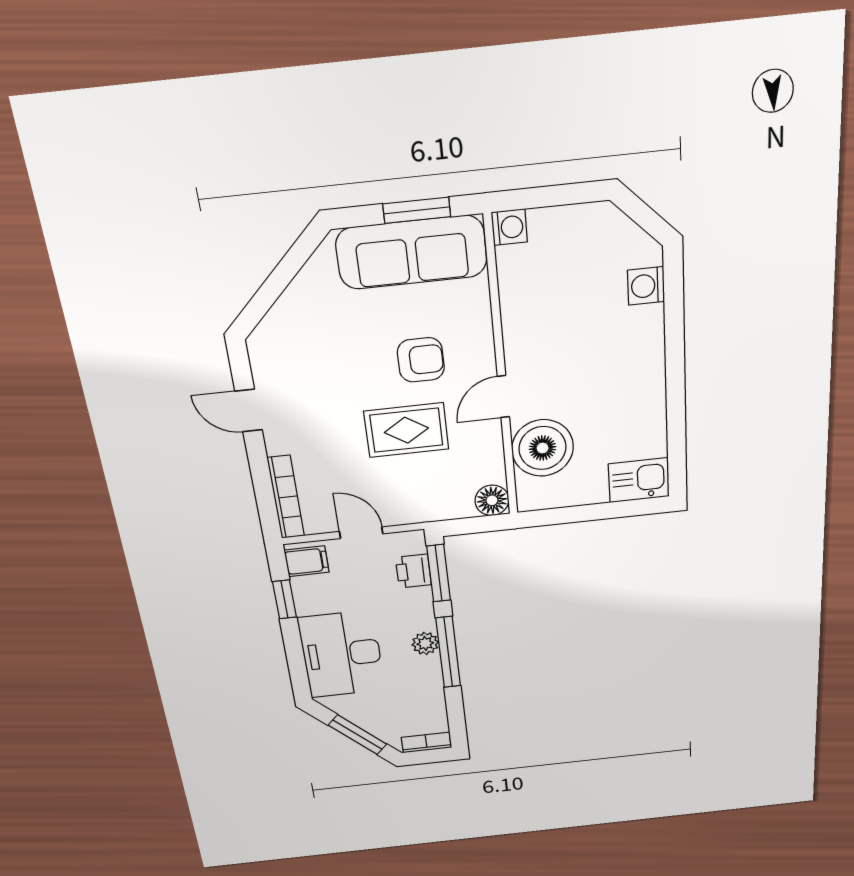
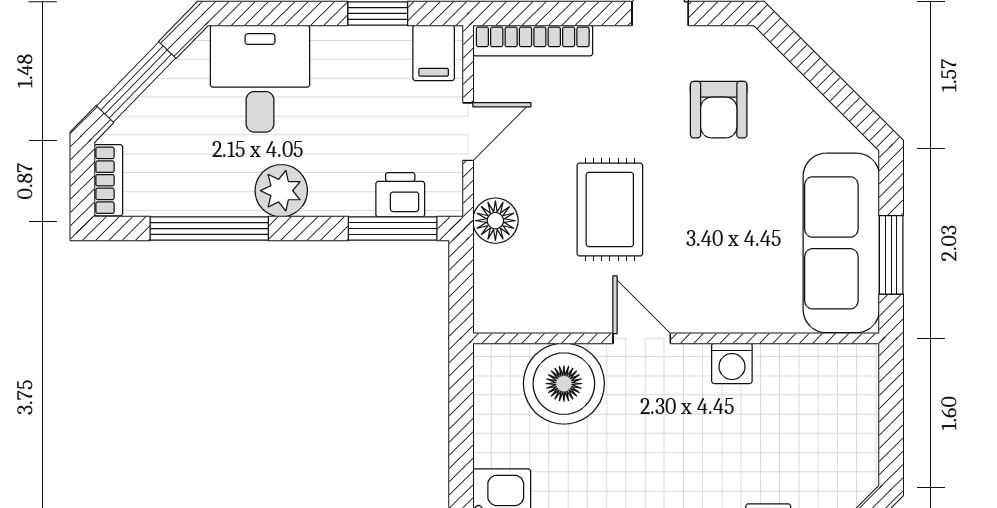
washing machine: (509, 227) -> (732, 363), moved
armchair: (421, 360) -> (719, 110), moved
floor lamp: (492, 500) -> (495, 221), moved
plant: (425, 643) -> (281, 191), width x1.38, depth x1.38
window: (448, 652) -> (209, 229), moved
desk: (342, 654) -> (260, 79), width x0.73

